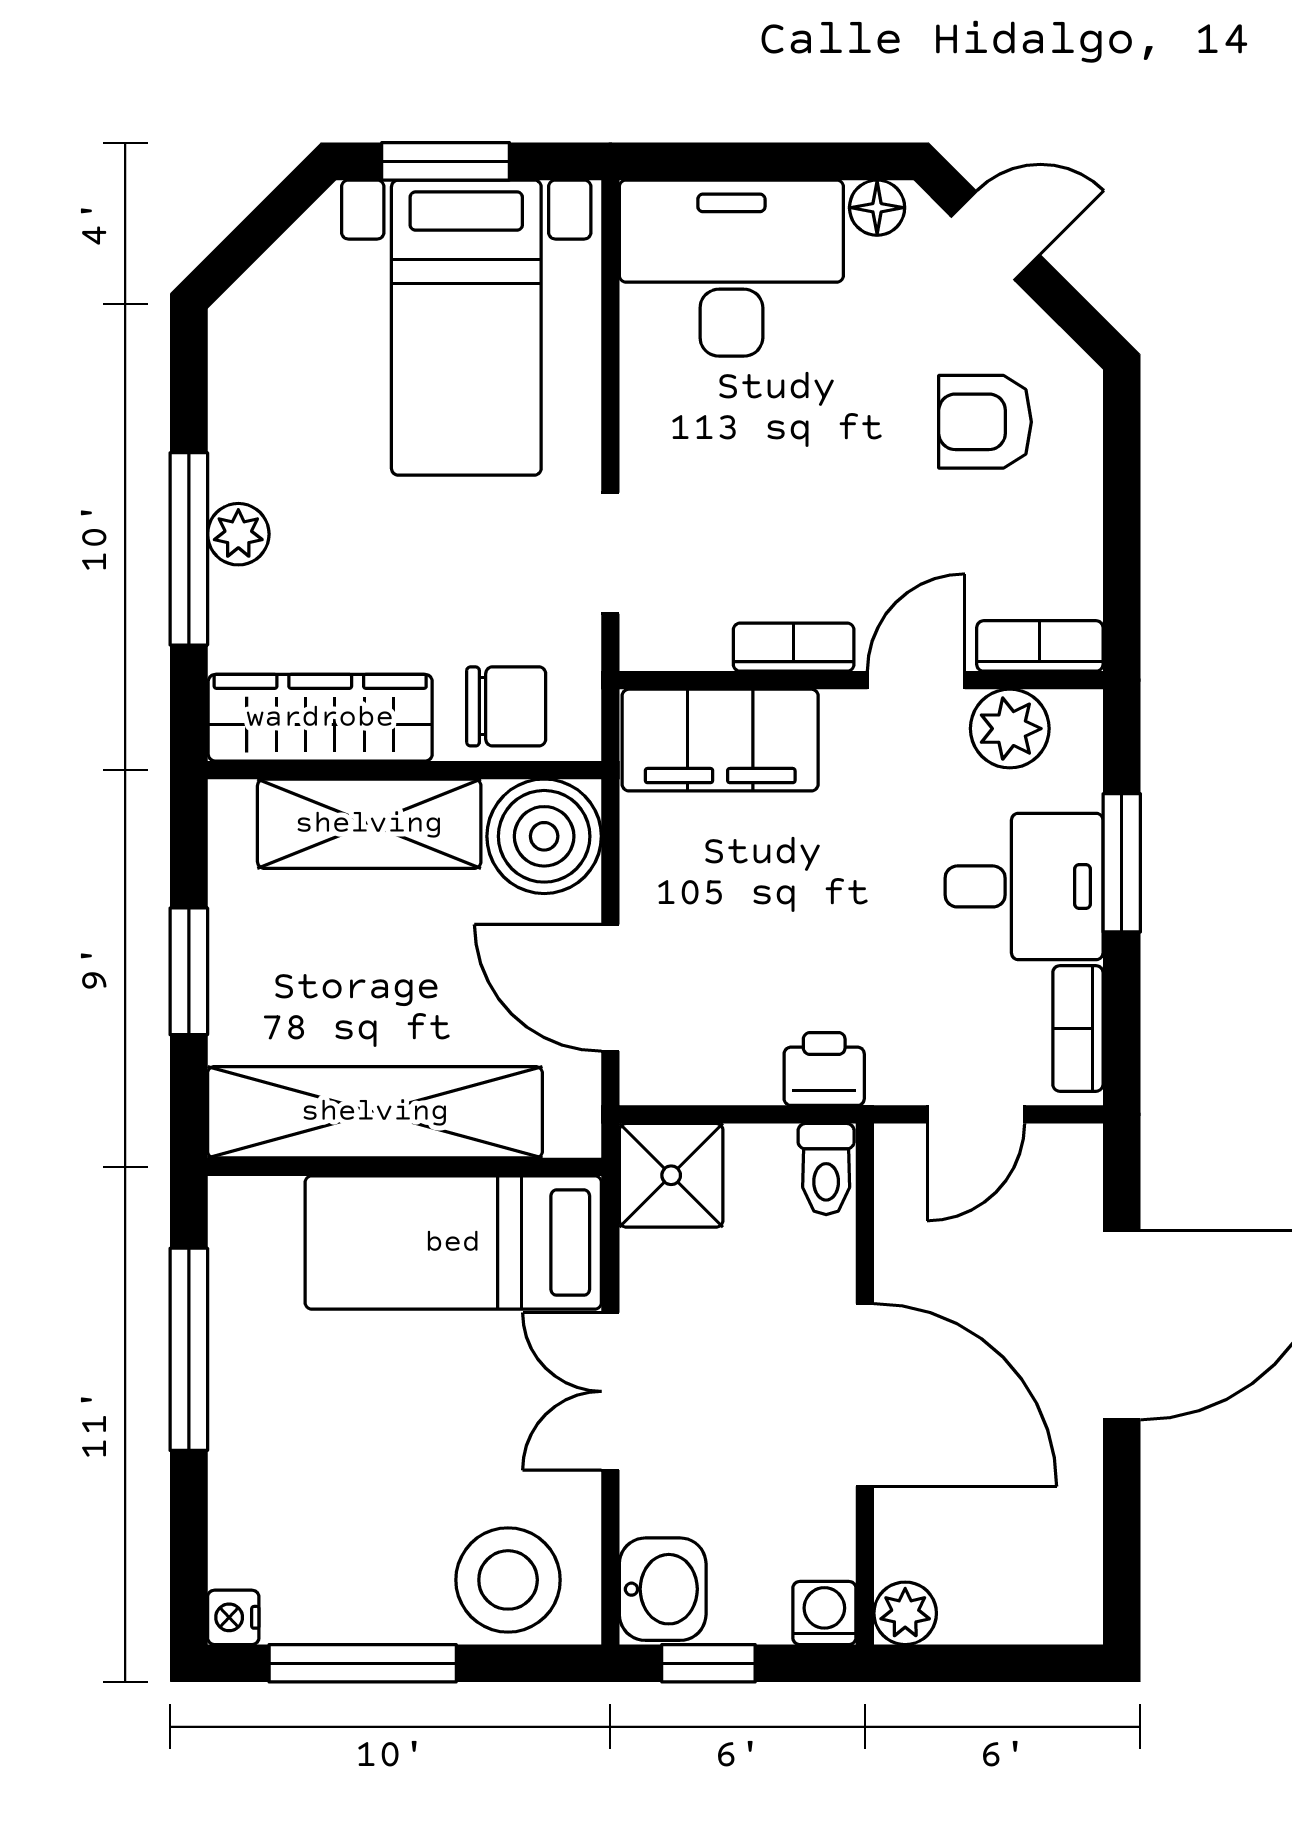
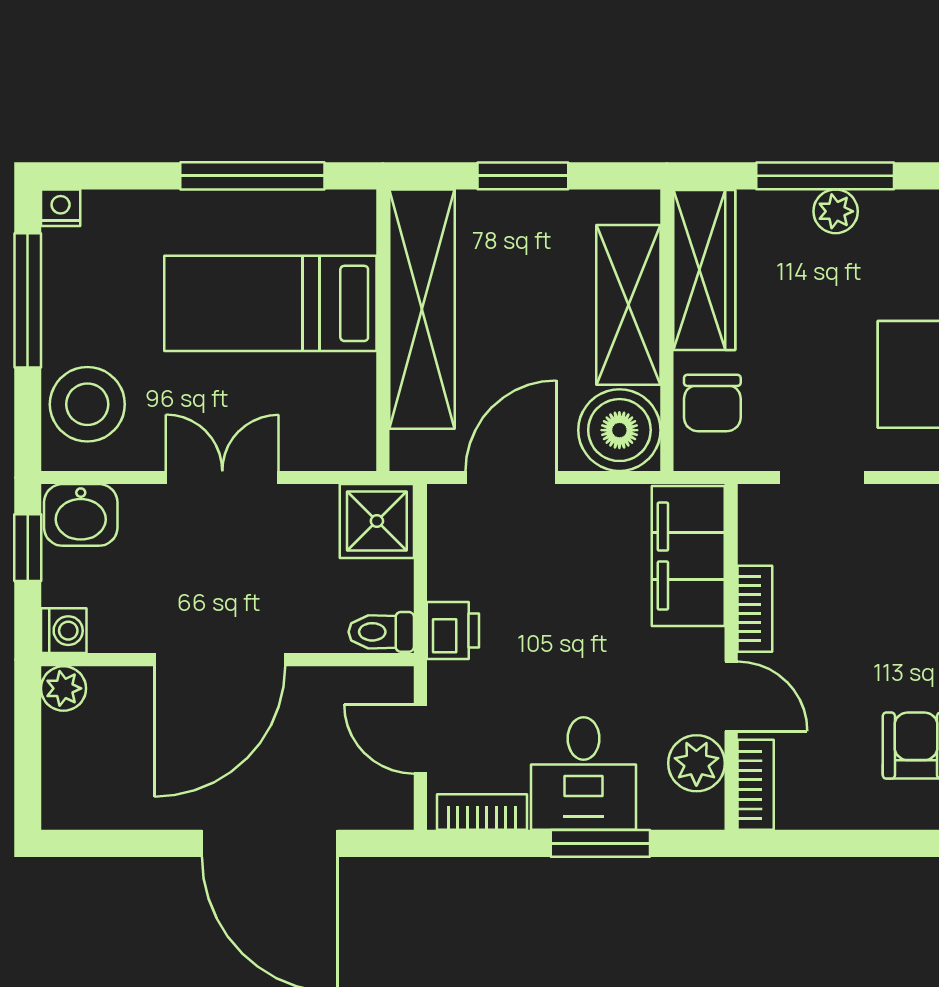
bed: (453, 1243) -> (270, 303), moved, turned -90

